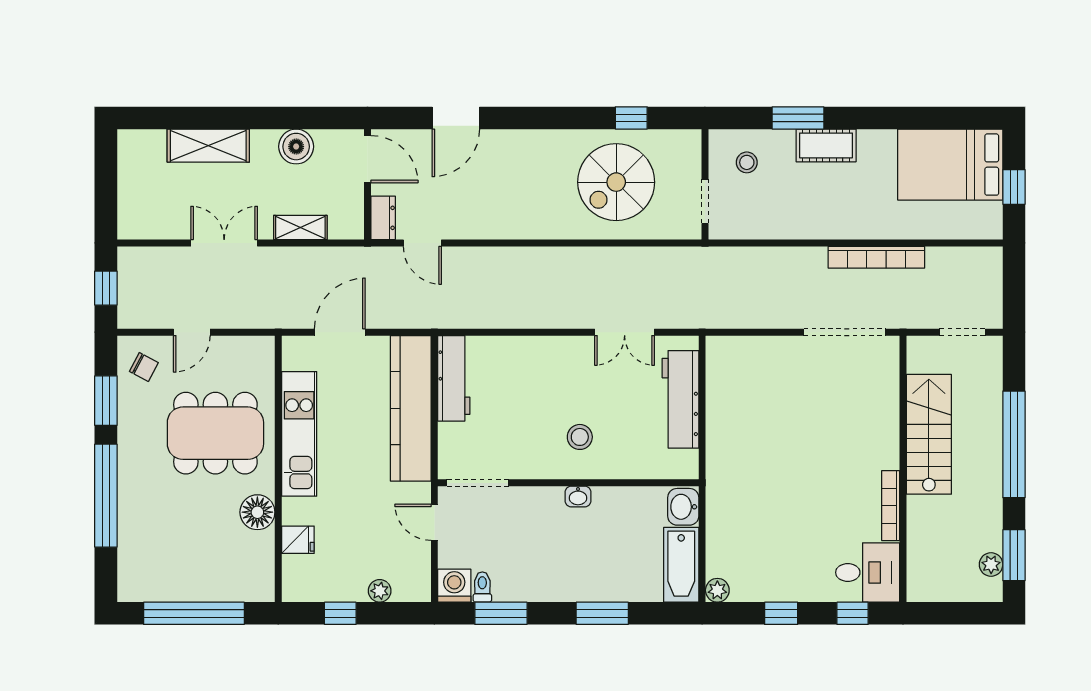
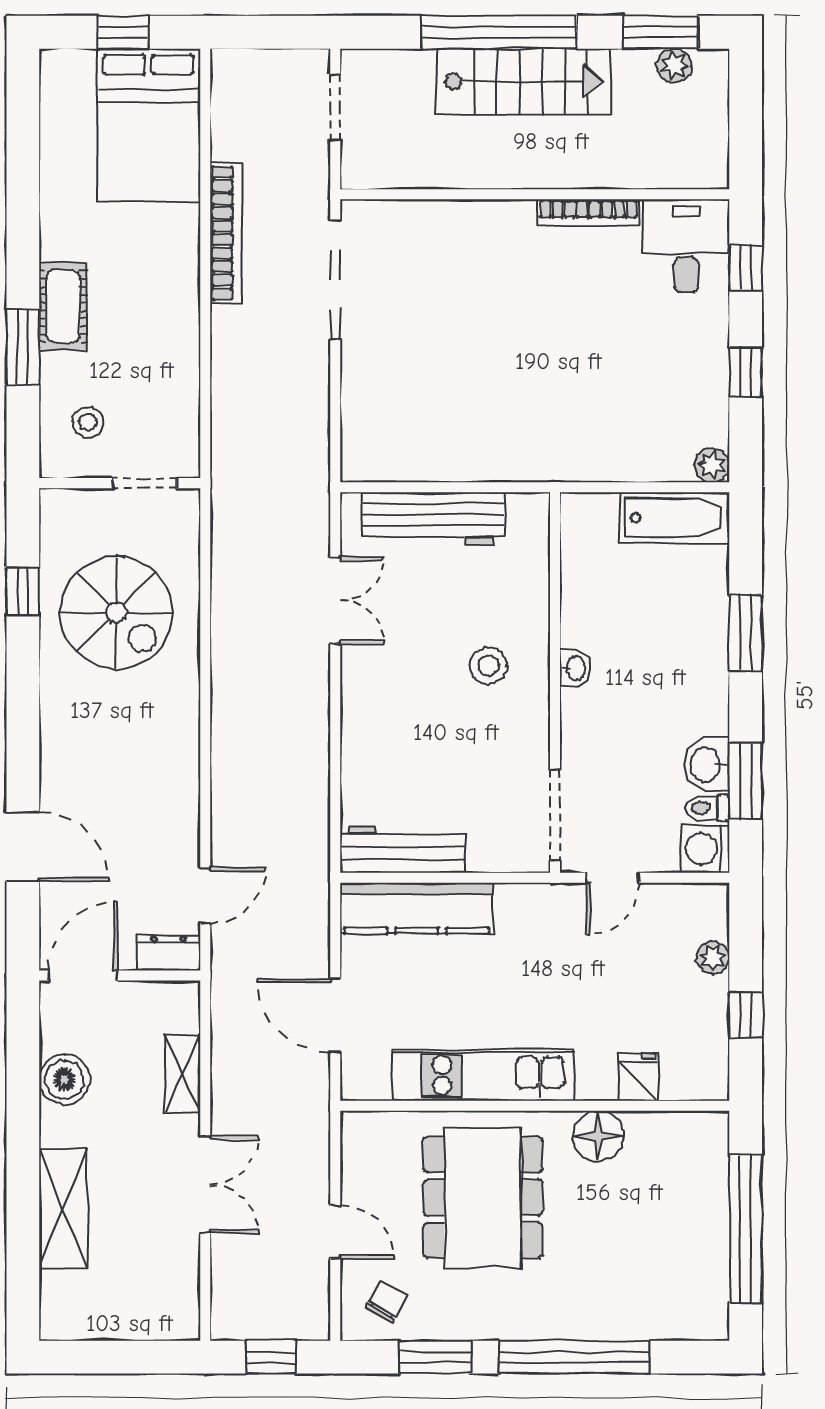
bed: (950, 165) -> (149, 125), moved
double door: (224, 243) -> (205, 1185), swing flipped
kitchen counter: (411, 408) -> (417, 908), width x0.72, depth x0.86
stairs: (929, 434) -> (523, 81), moved, turned 180
washbasin: (683, 507) -> (707, 764), moved, turned 90

